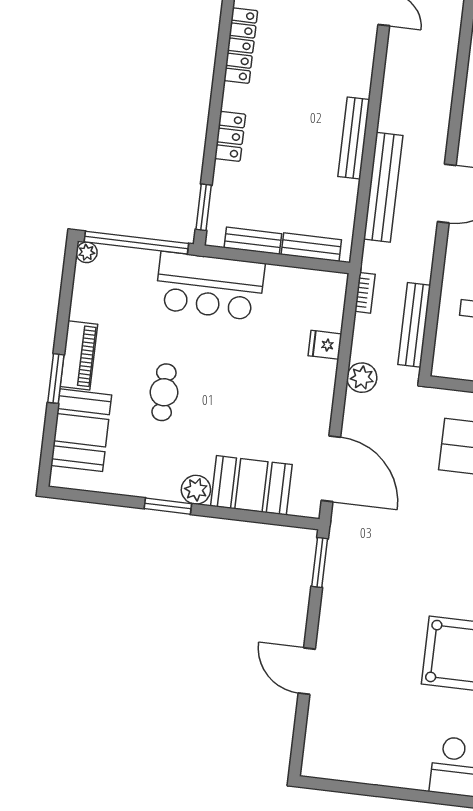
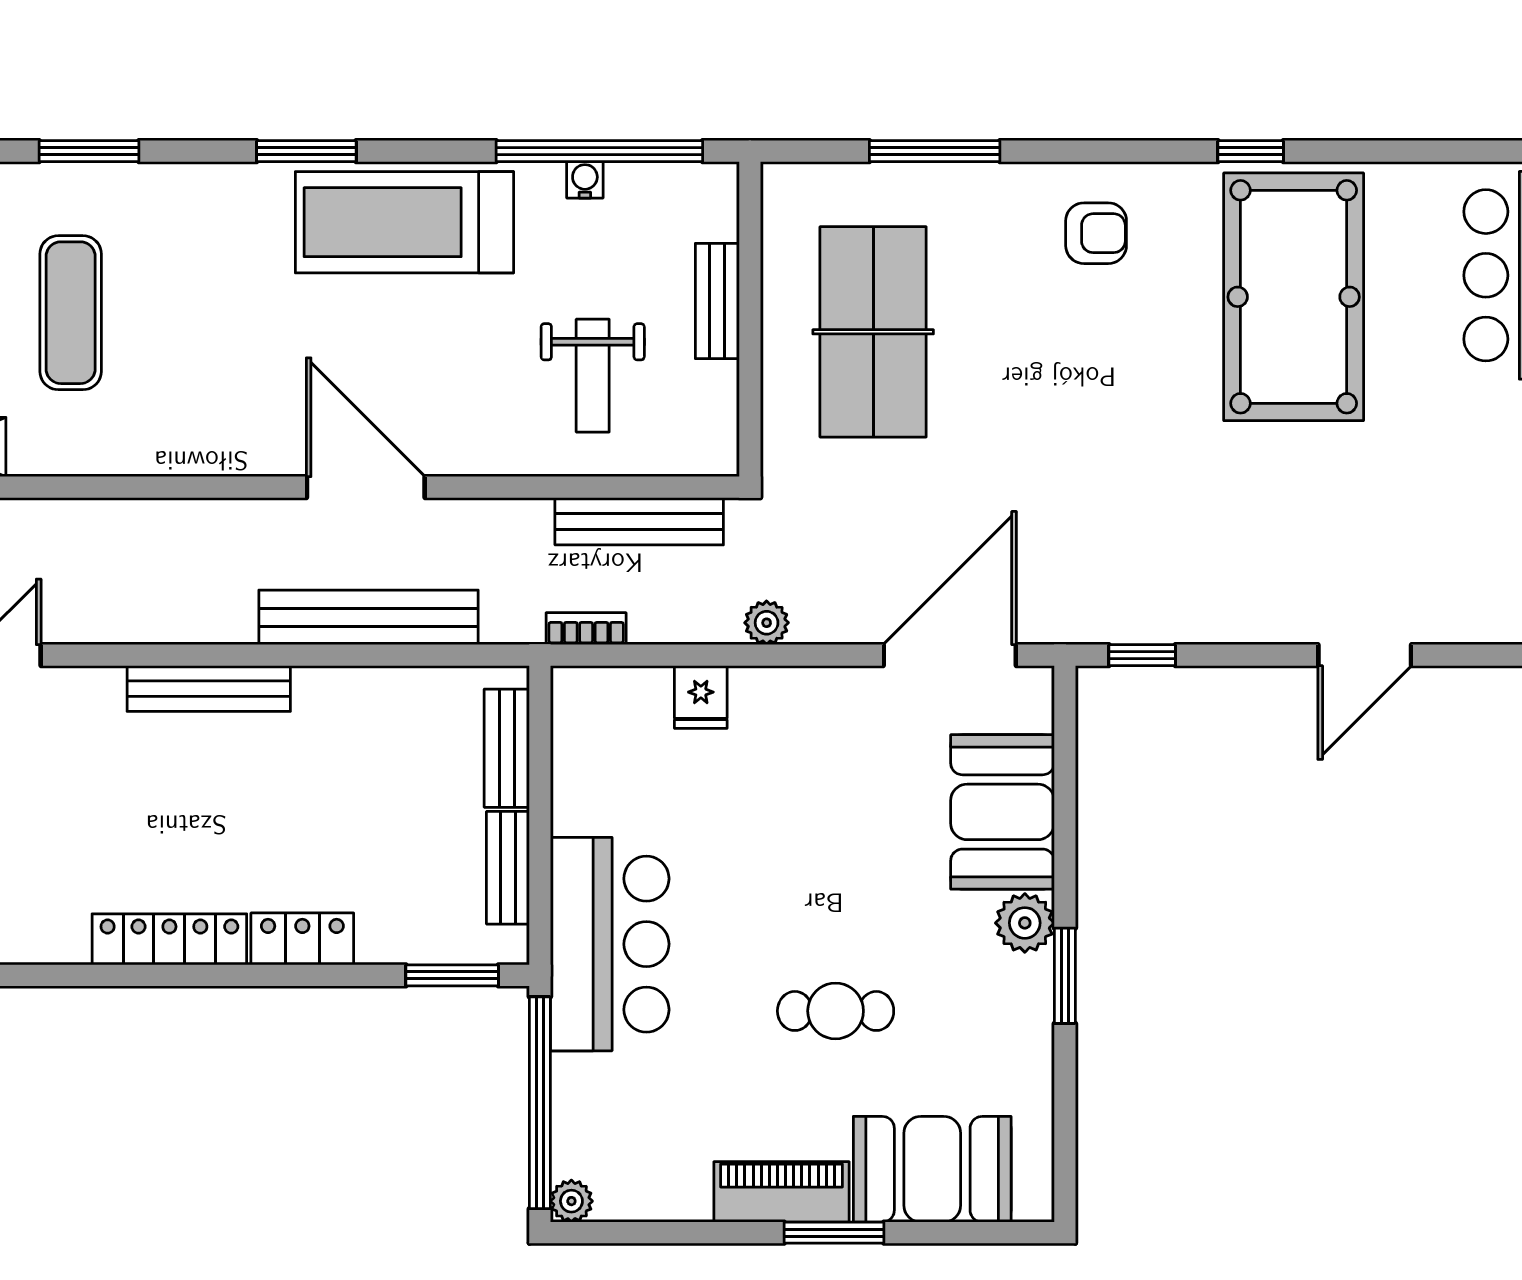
locker: (241, 46) -> (169, 939), moved
bench: (354, 138) -> (209, 689), moved
plant: (362, 378) -> (767, 623), width x0.73, depth x0.73
window: (320, 562) -> (1142, 655), width x0.67

